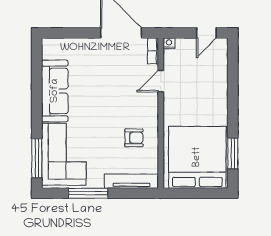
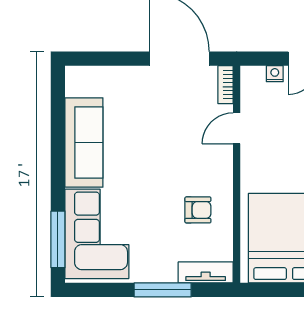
nightstand: (169, 43) -> (275, 74), moved
tv unit: (131, 181) -> (206, 272), width x0.71
window: (88, 193) -> (163, 290), moved

